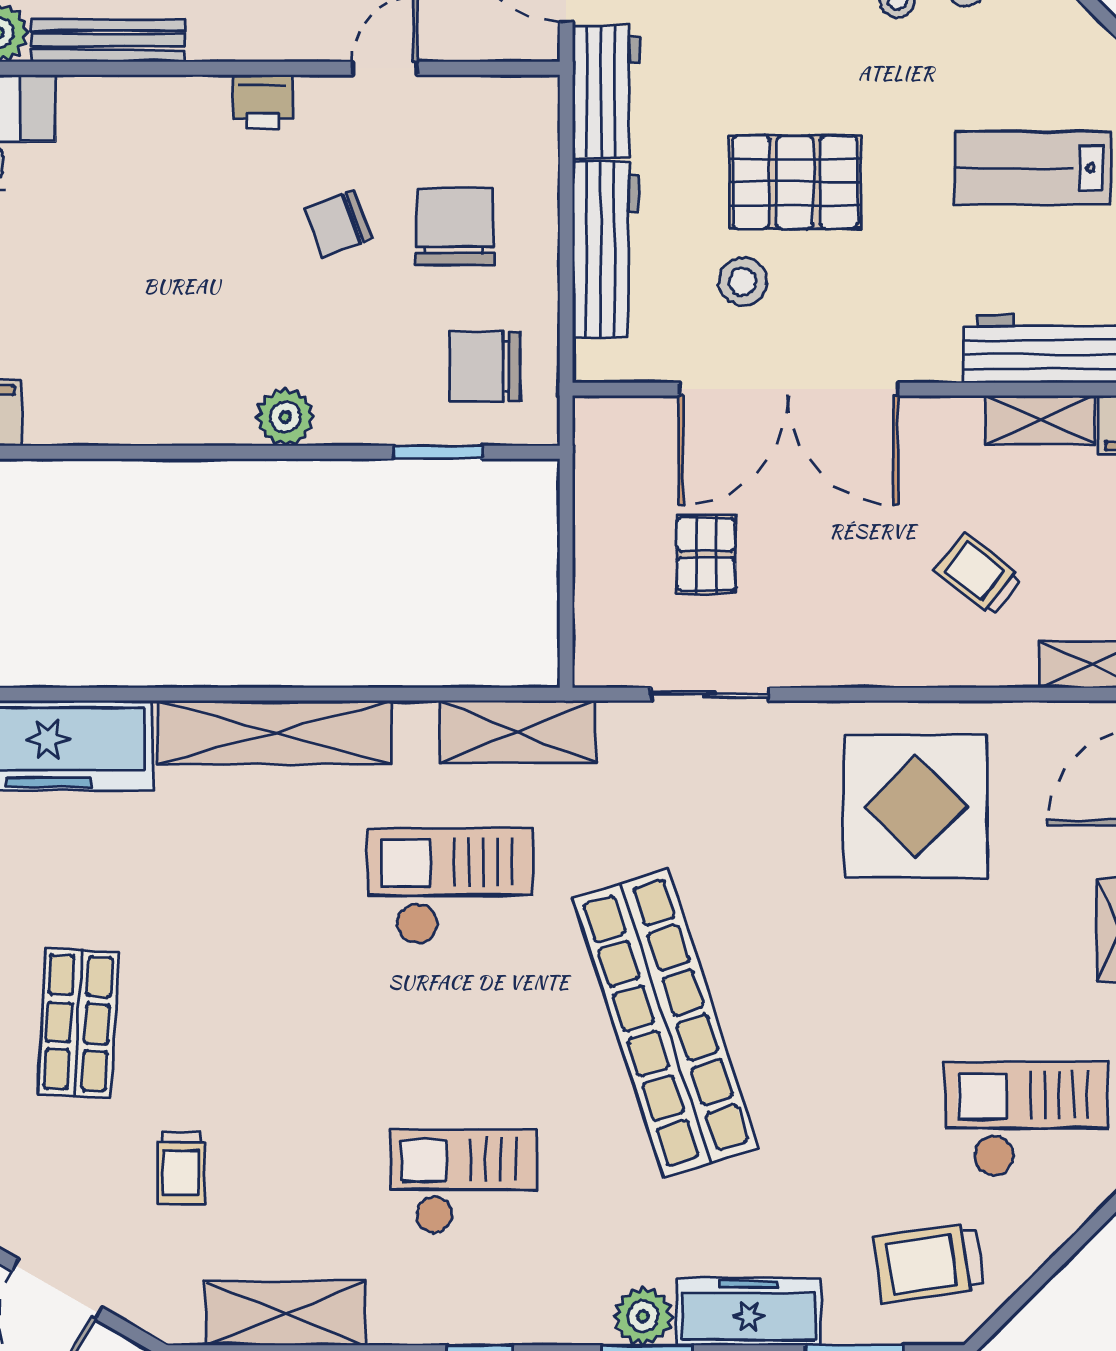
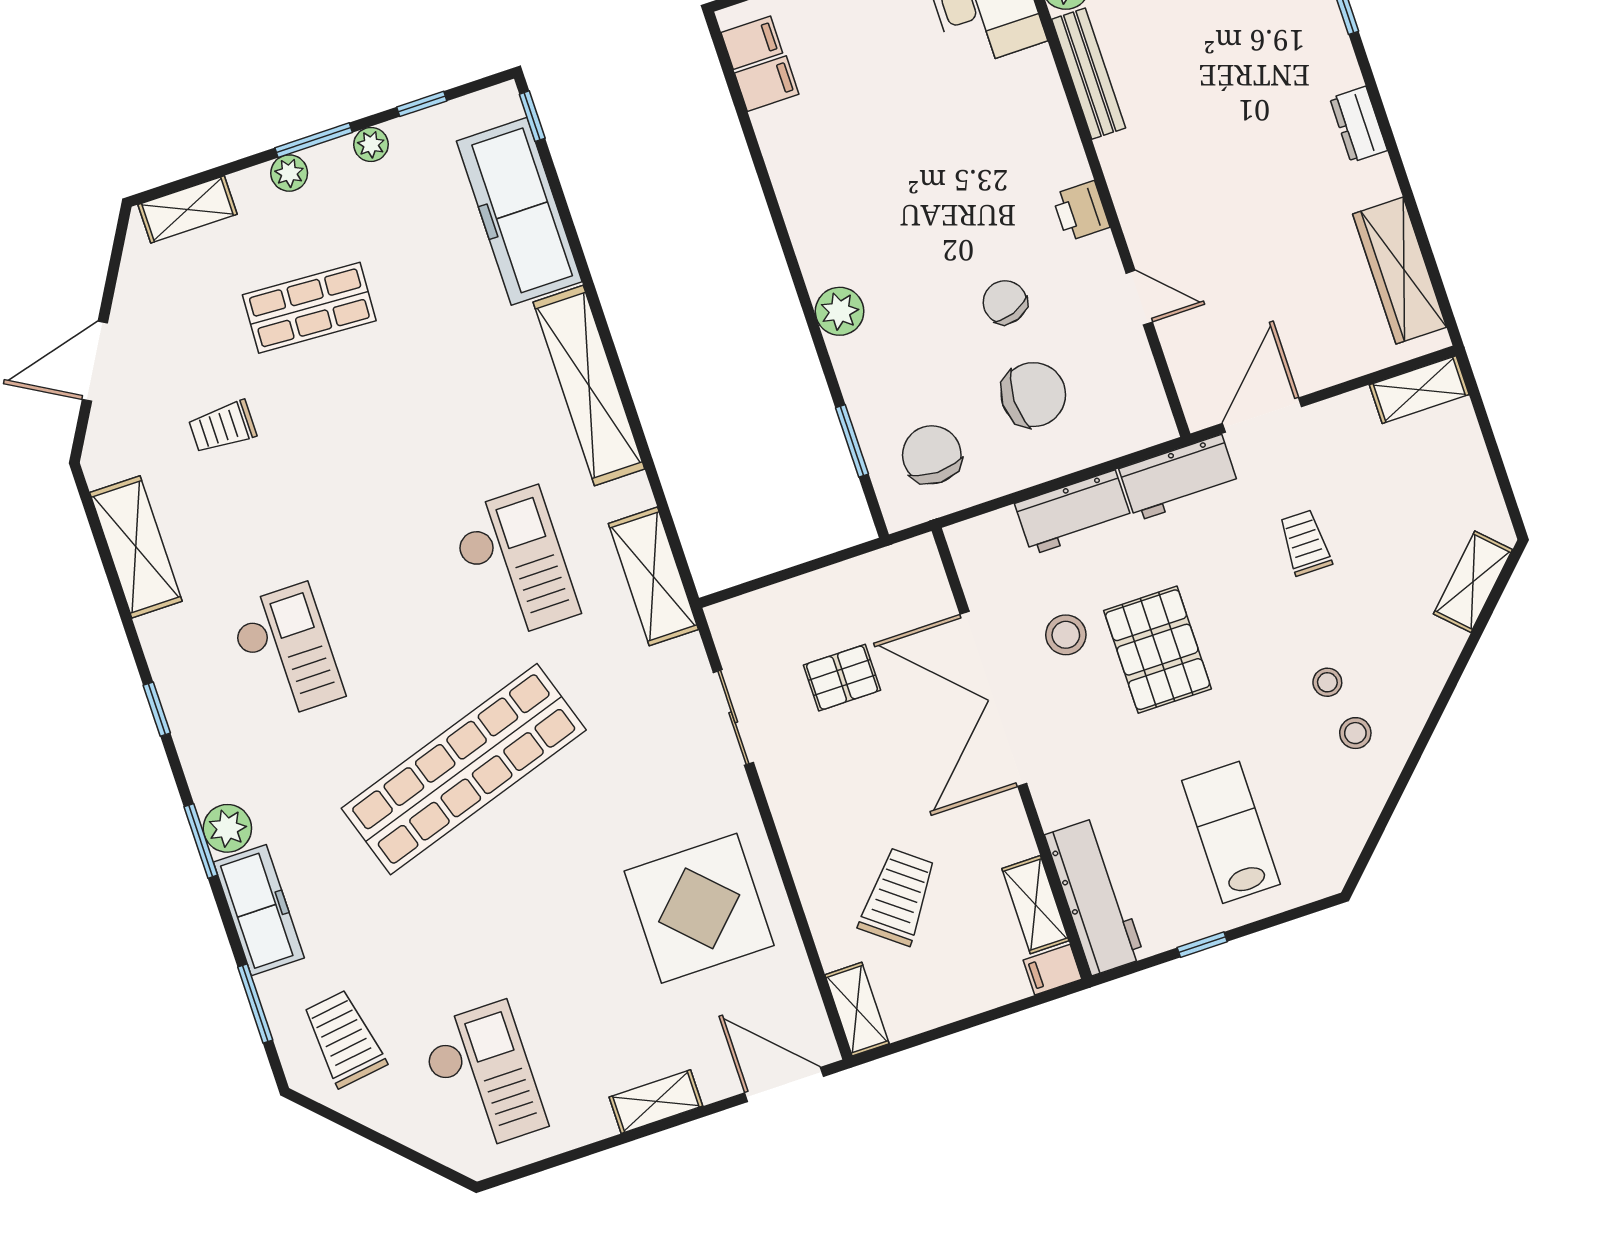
workbench: (606, 250) -> (1074, 513), width x0.73
trolley: (978, 574) -> (898, 897), width x1.36, depth x1.39

